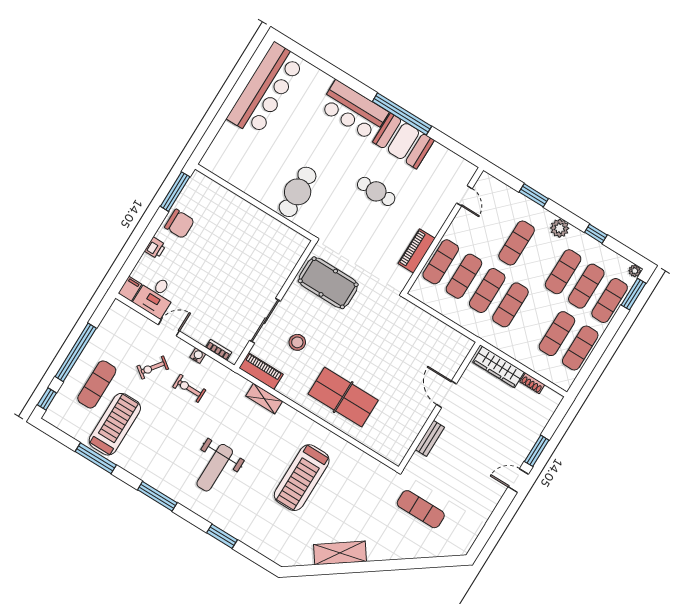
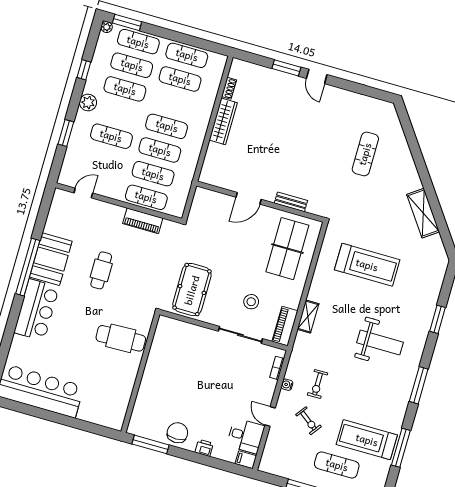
door: (447, 394) -> (249, 198), moved
wall: (439, 406) -> (260, 202), moved
bench: (430, 438) -> (291, 202), moved

